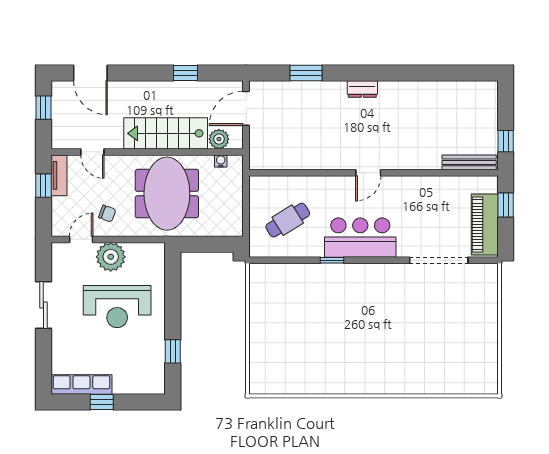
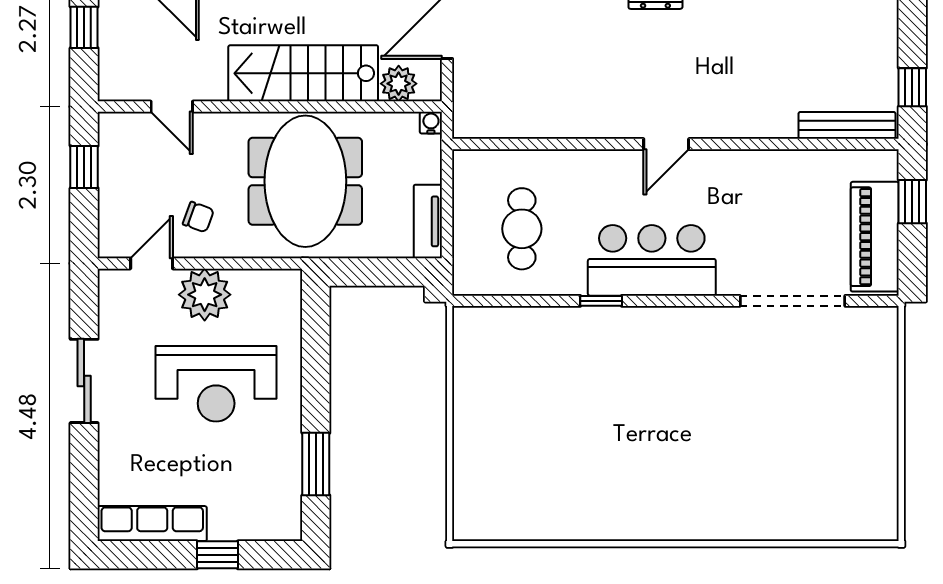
water cooler: (221, 161) -> (431, 123), moved
tv unit: (59, 175) -> (428, 221), moved, turned 180
cafe table: (288, 220) -> (522, 229), turned -58
window: (173, 351) -> (316, 464), width x1.50
window: (102, 402) -> (217, 555), moved

